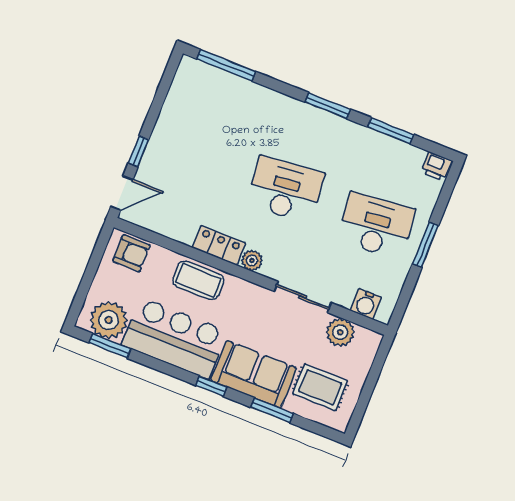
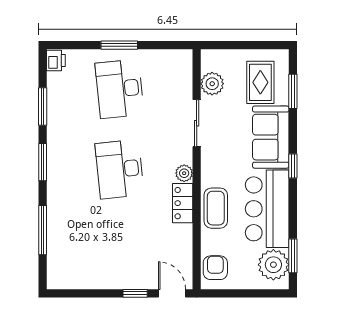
window: (226, 65) -> (43, 230), moved
water cooler: (366, 304) -> (183, 73), removed
window: (272, 410) -> (293, 91), moved

